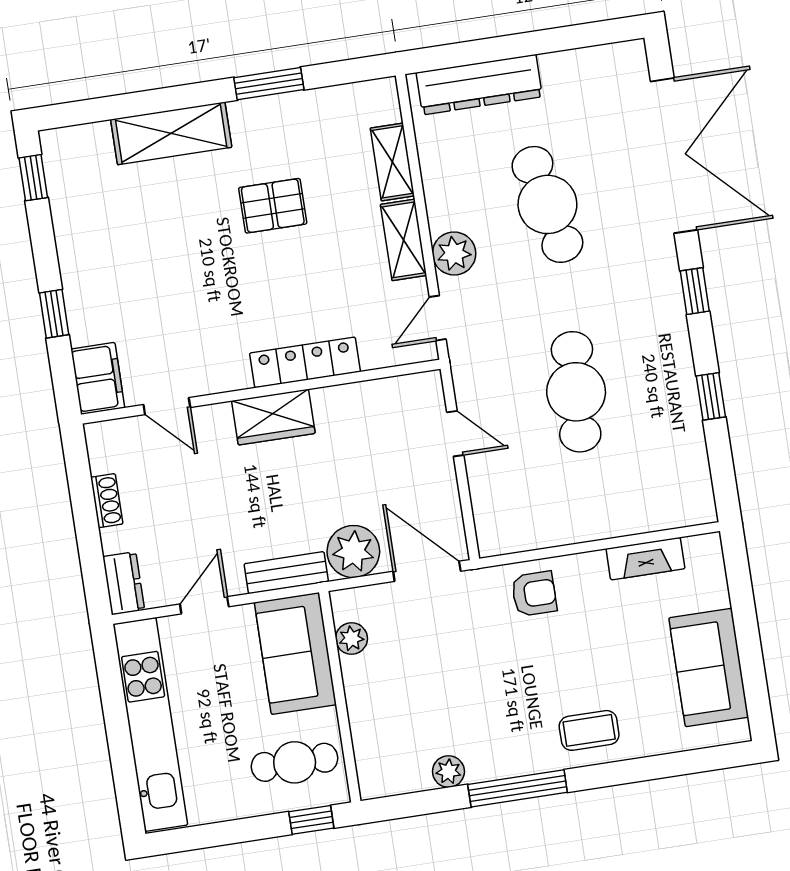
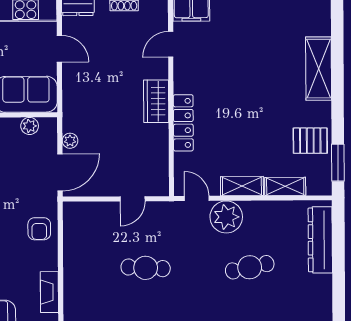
window: (269, 84) -> (338, 163), moved
cafe table: (547, 204) -> (250, 267), width x0.73, depth x0.74
pallet: (273, 206) -> (310, 141), moved, turned 90
plant: (454, 253) -> (226, 217), width x1.36, depth x1.36
cafe table: (576, 392) -> (146, 268), width x0.73, depth x0.74
plant: (353, 552) -> (70, 141), width x0.53, depth x0.53
bench: (286, 573) -> (71, 96), removed

